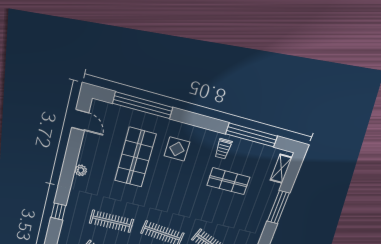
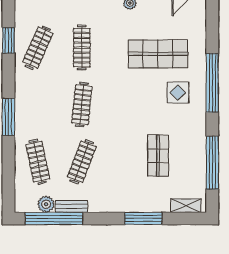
window: (143, 105) -> (212, 83), moved
trolley: (223, 149) -> (191, 139), removed

